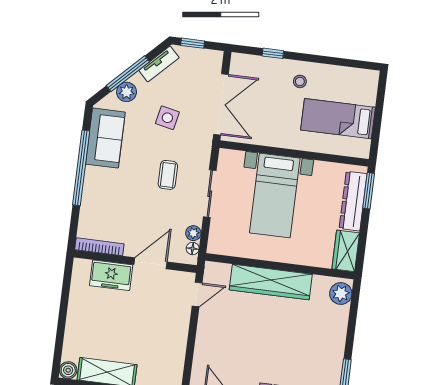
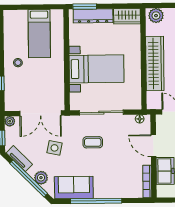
window: (128, 74) -> (29, 178), width x1.46
double door: (221, 104) -> (41, 113), swing flipped
sliding door: (210, 194) -> (101, 113), width x1.37
plant: (193, 233) -> (10, 121), moved

